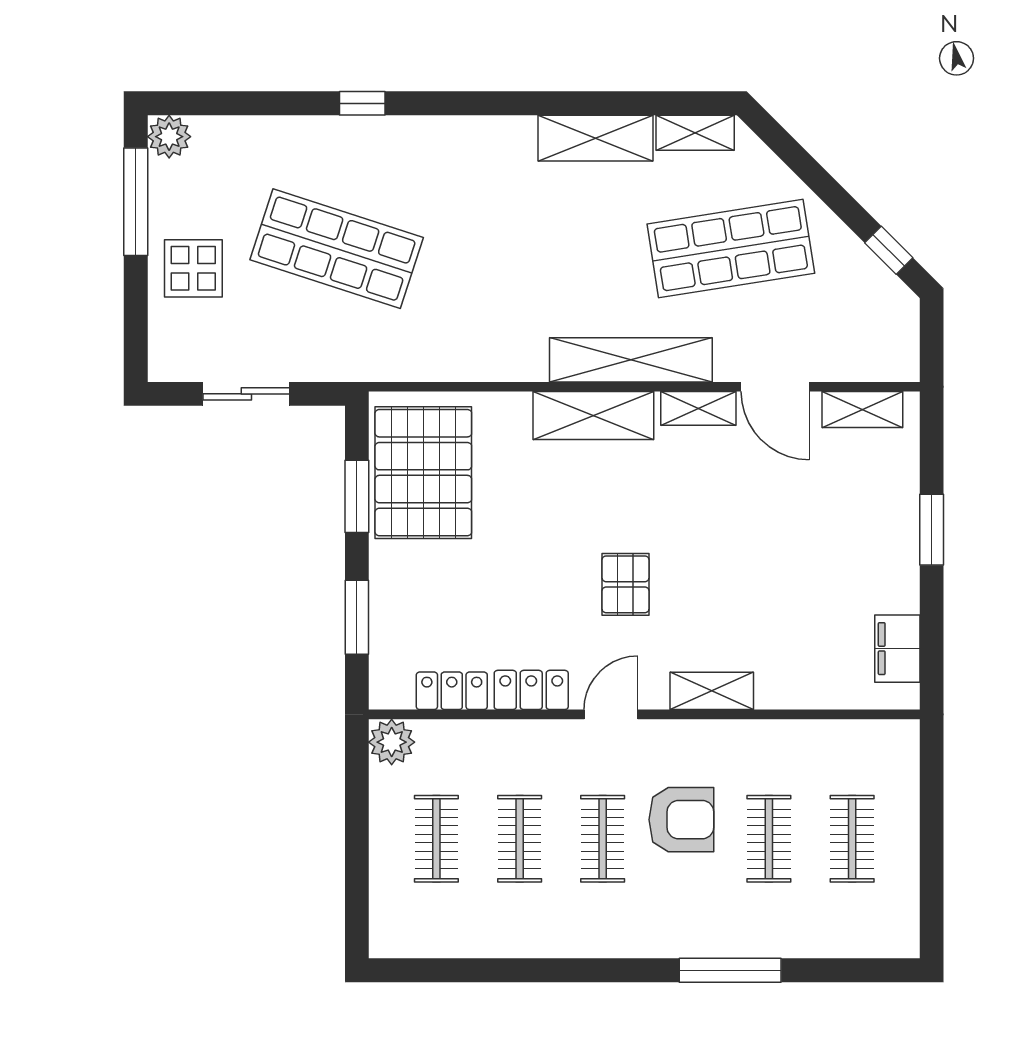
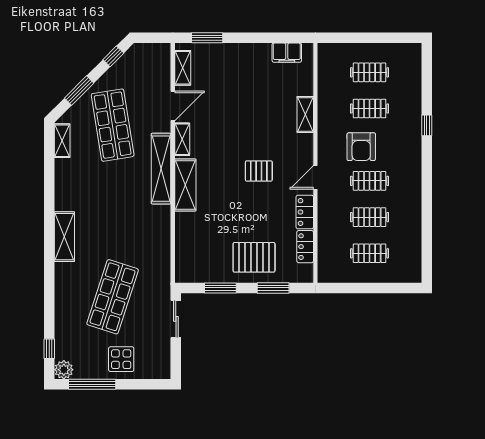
window: (362, 103) -> (49, 349), moved
shelving: (596, 138) -> (64, 237), moved
window: (810, 172) -> (79, 91), added
sliding door: (246, 394) -> (176, 319), moved
pallet: (423, 473) -> (254, 257), moved, width x0.73, depth x0.71
window: (932, 530) -> (207, 38), moved
shelving: (712, 691) -> (305, 114), moved
door: (611, 714) -> (315, 177), hinge flipped
plant: (392, 742) -> (327, 273), removed
armchair: (681, 820) -> (361, 147), turned 180
window: (730, 970) -> (427, 125), width x0.46

